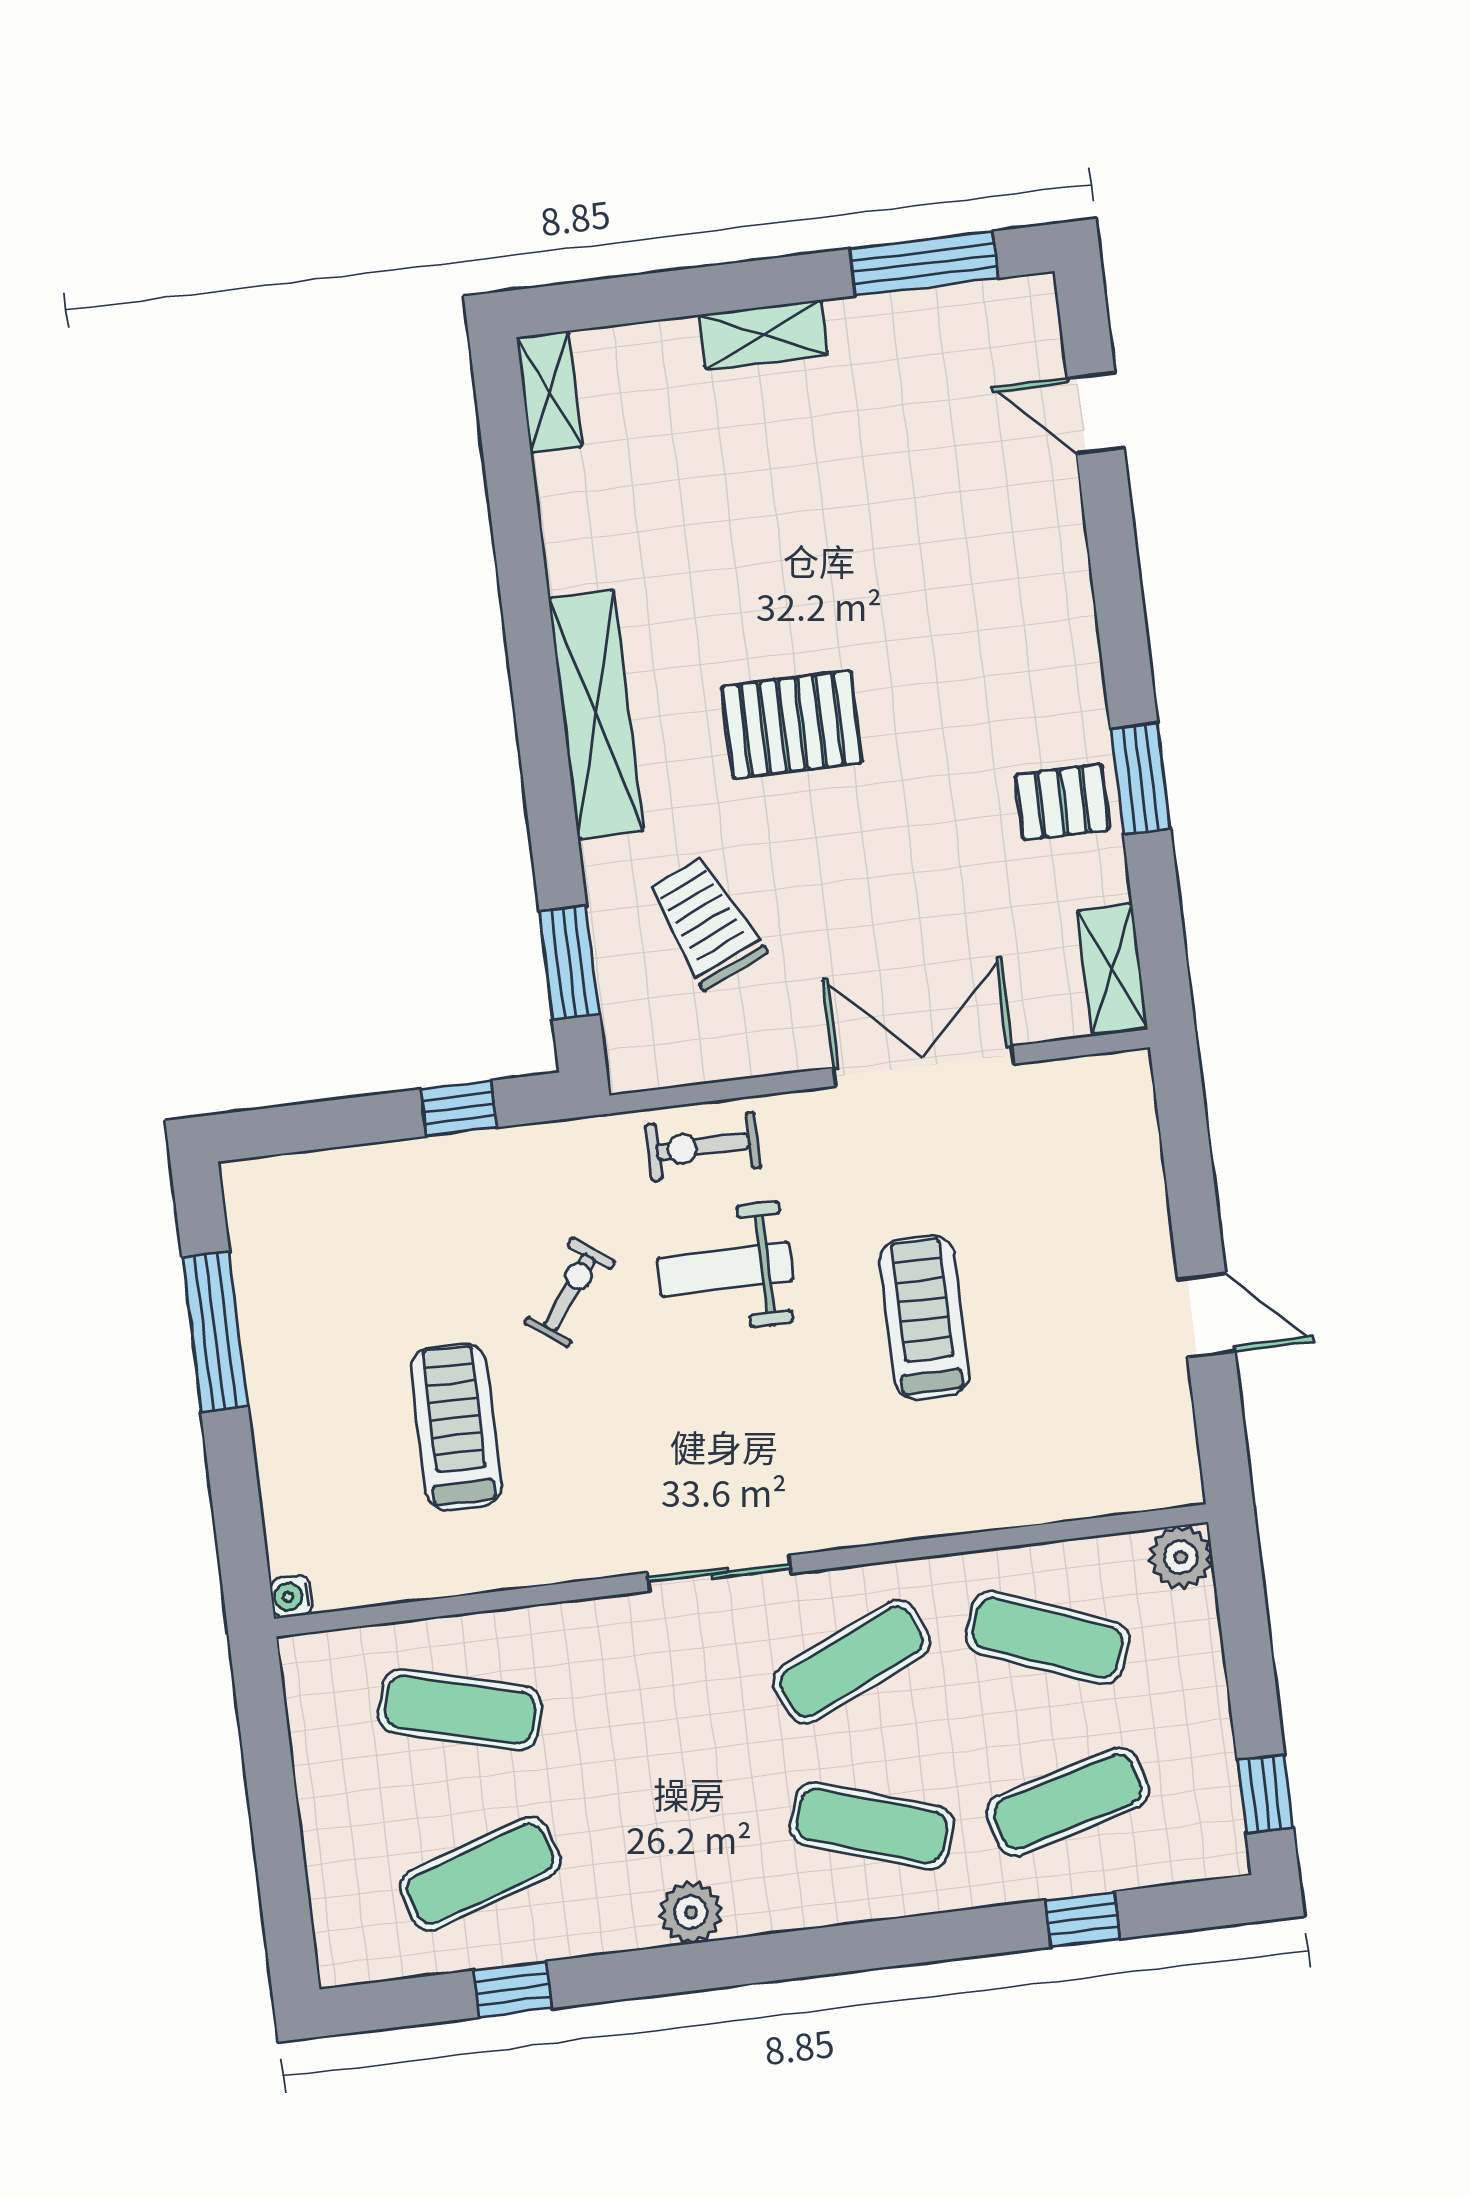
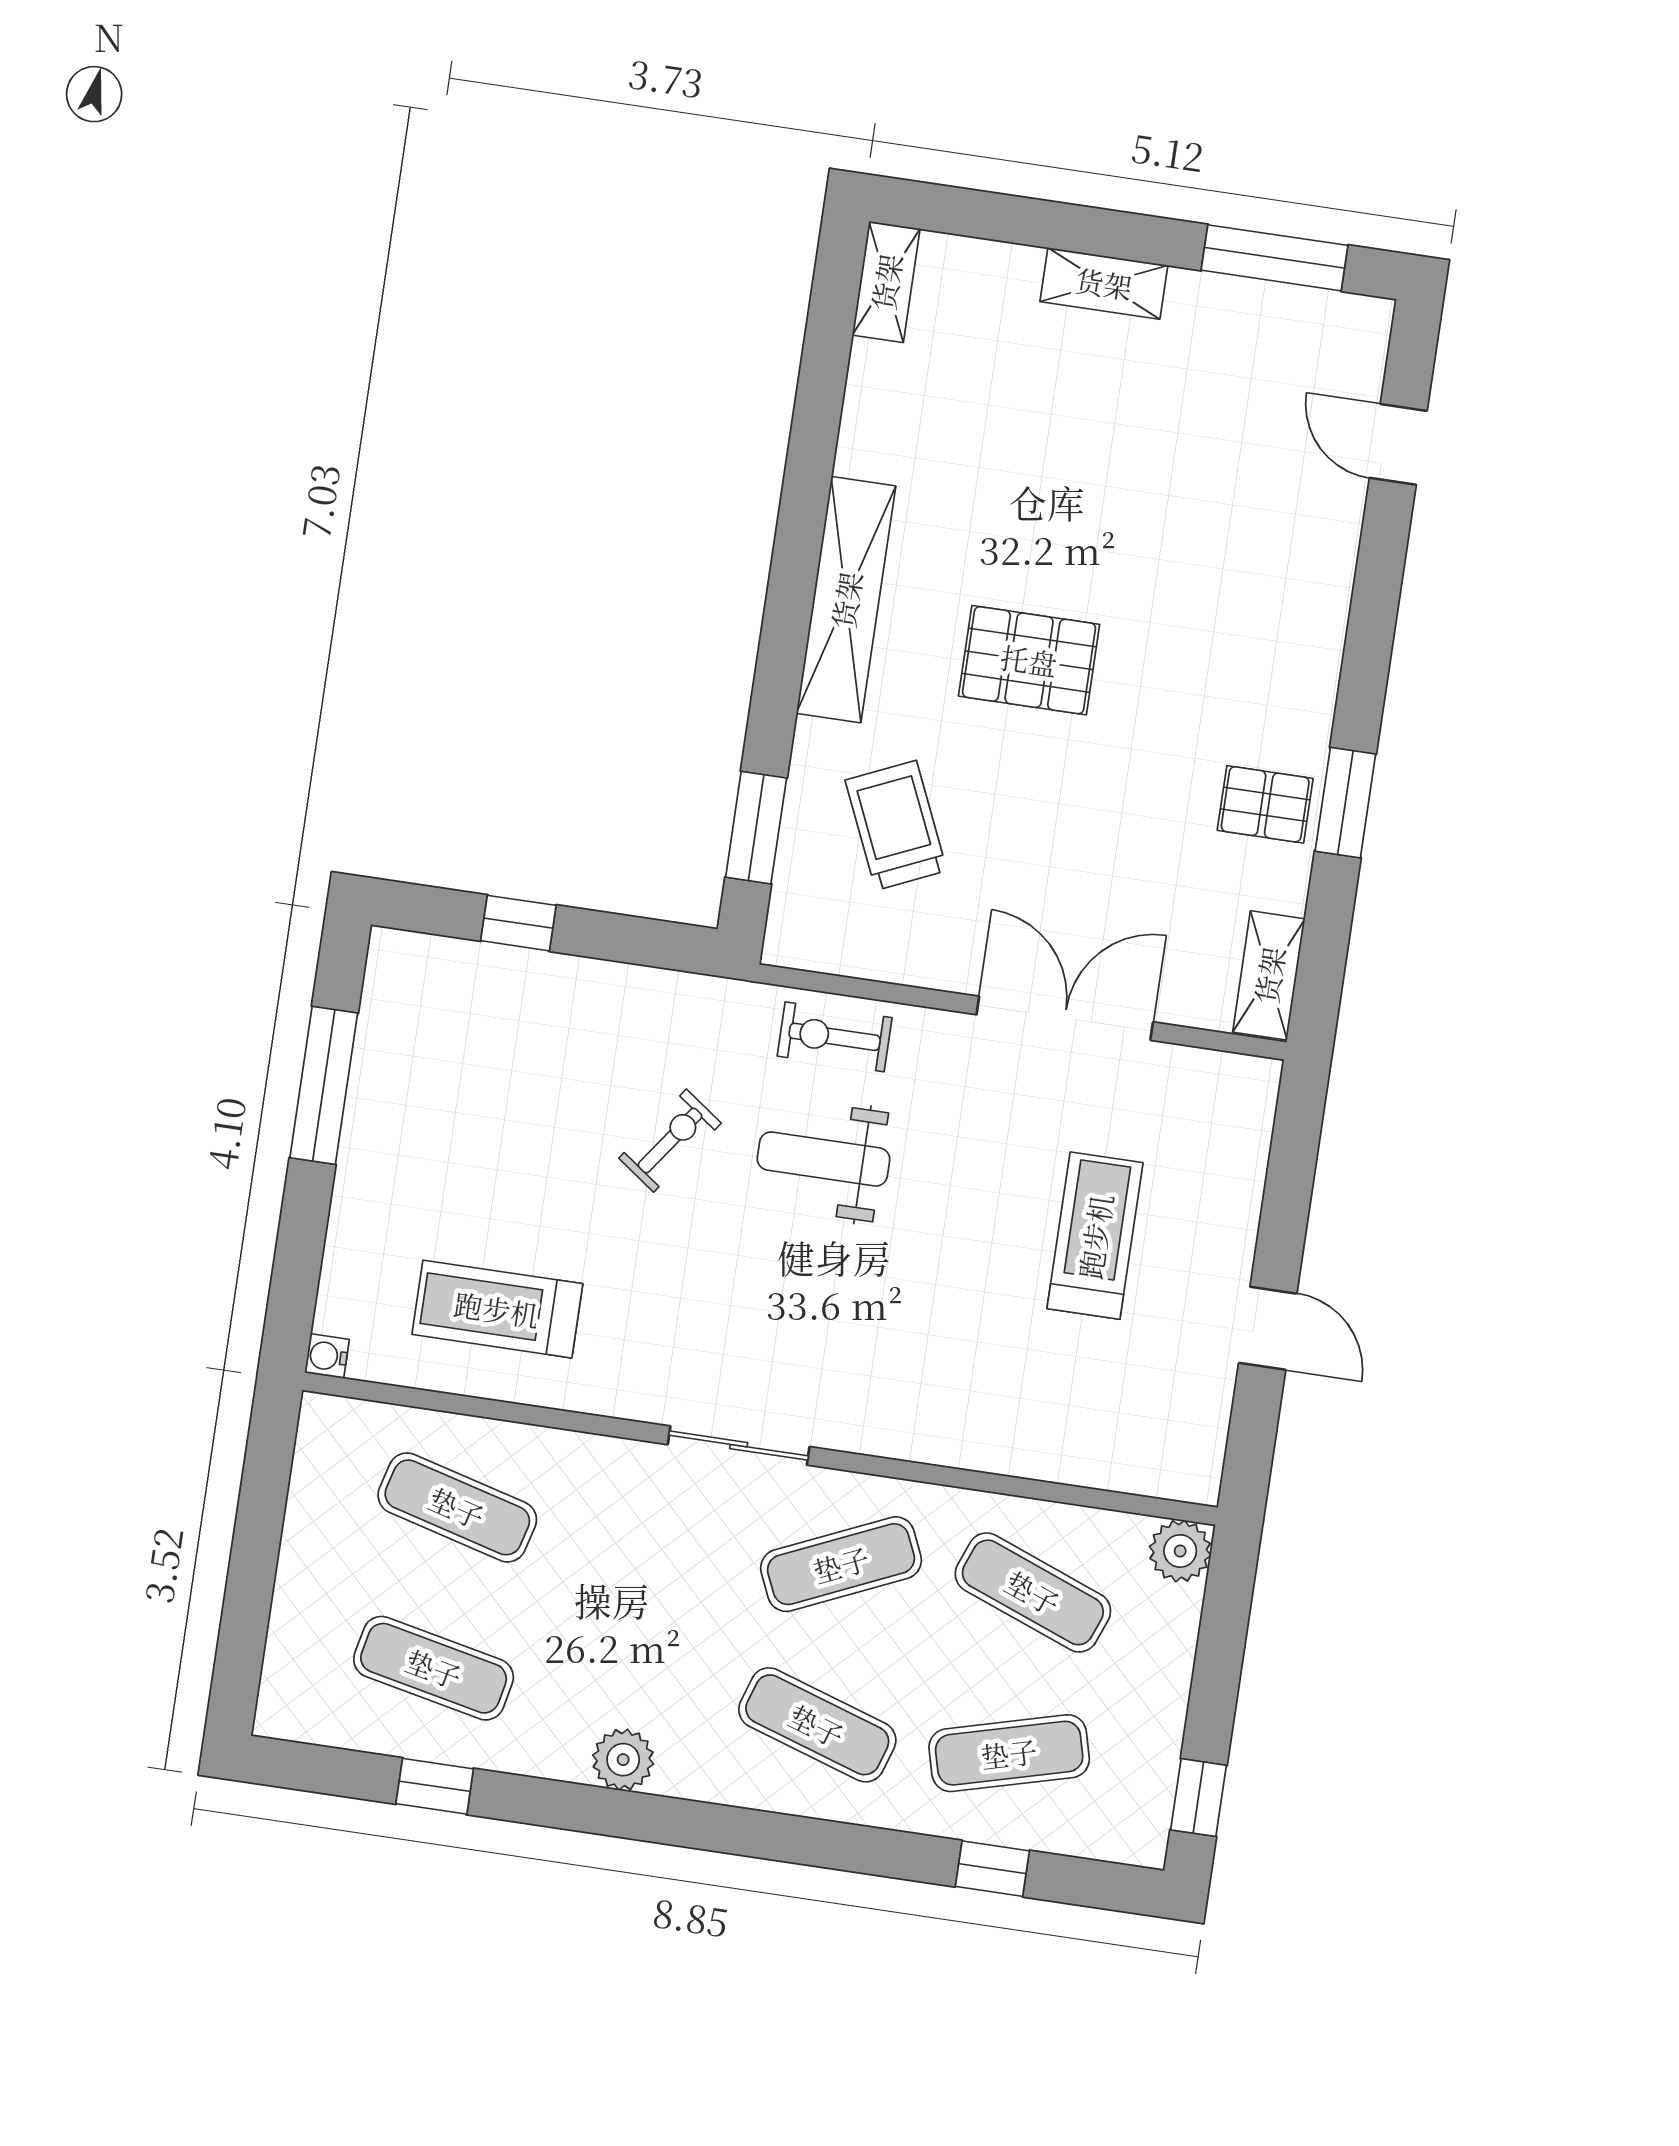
window: (459, 1108) -> (518, 923), moved
treadmill: (924, 1318) -> (1095, 1236), moved
treadmill: (456, 1427) -> (497, 1309), moved, turned -90
exercise mat: (480, 1874) -> (434, 1668), turned 30

